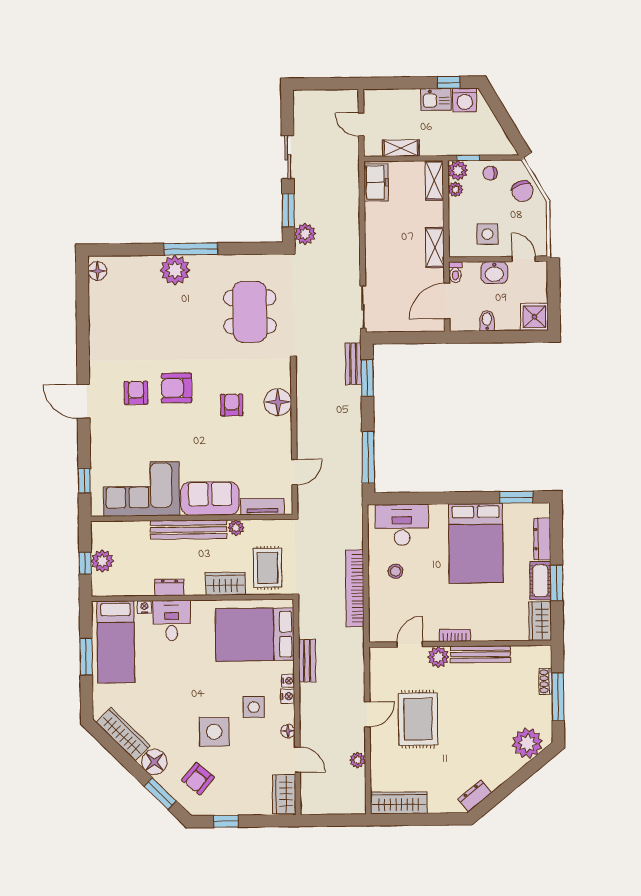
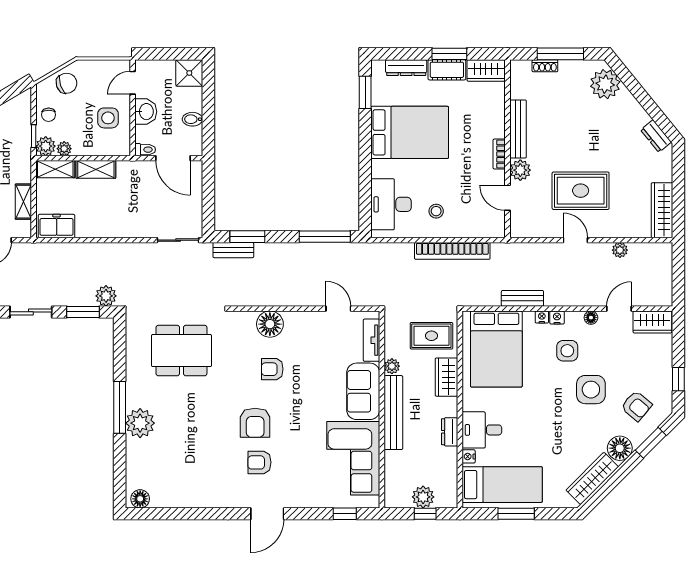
shelving: (435, 247) -> (96, 169), moved

